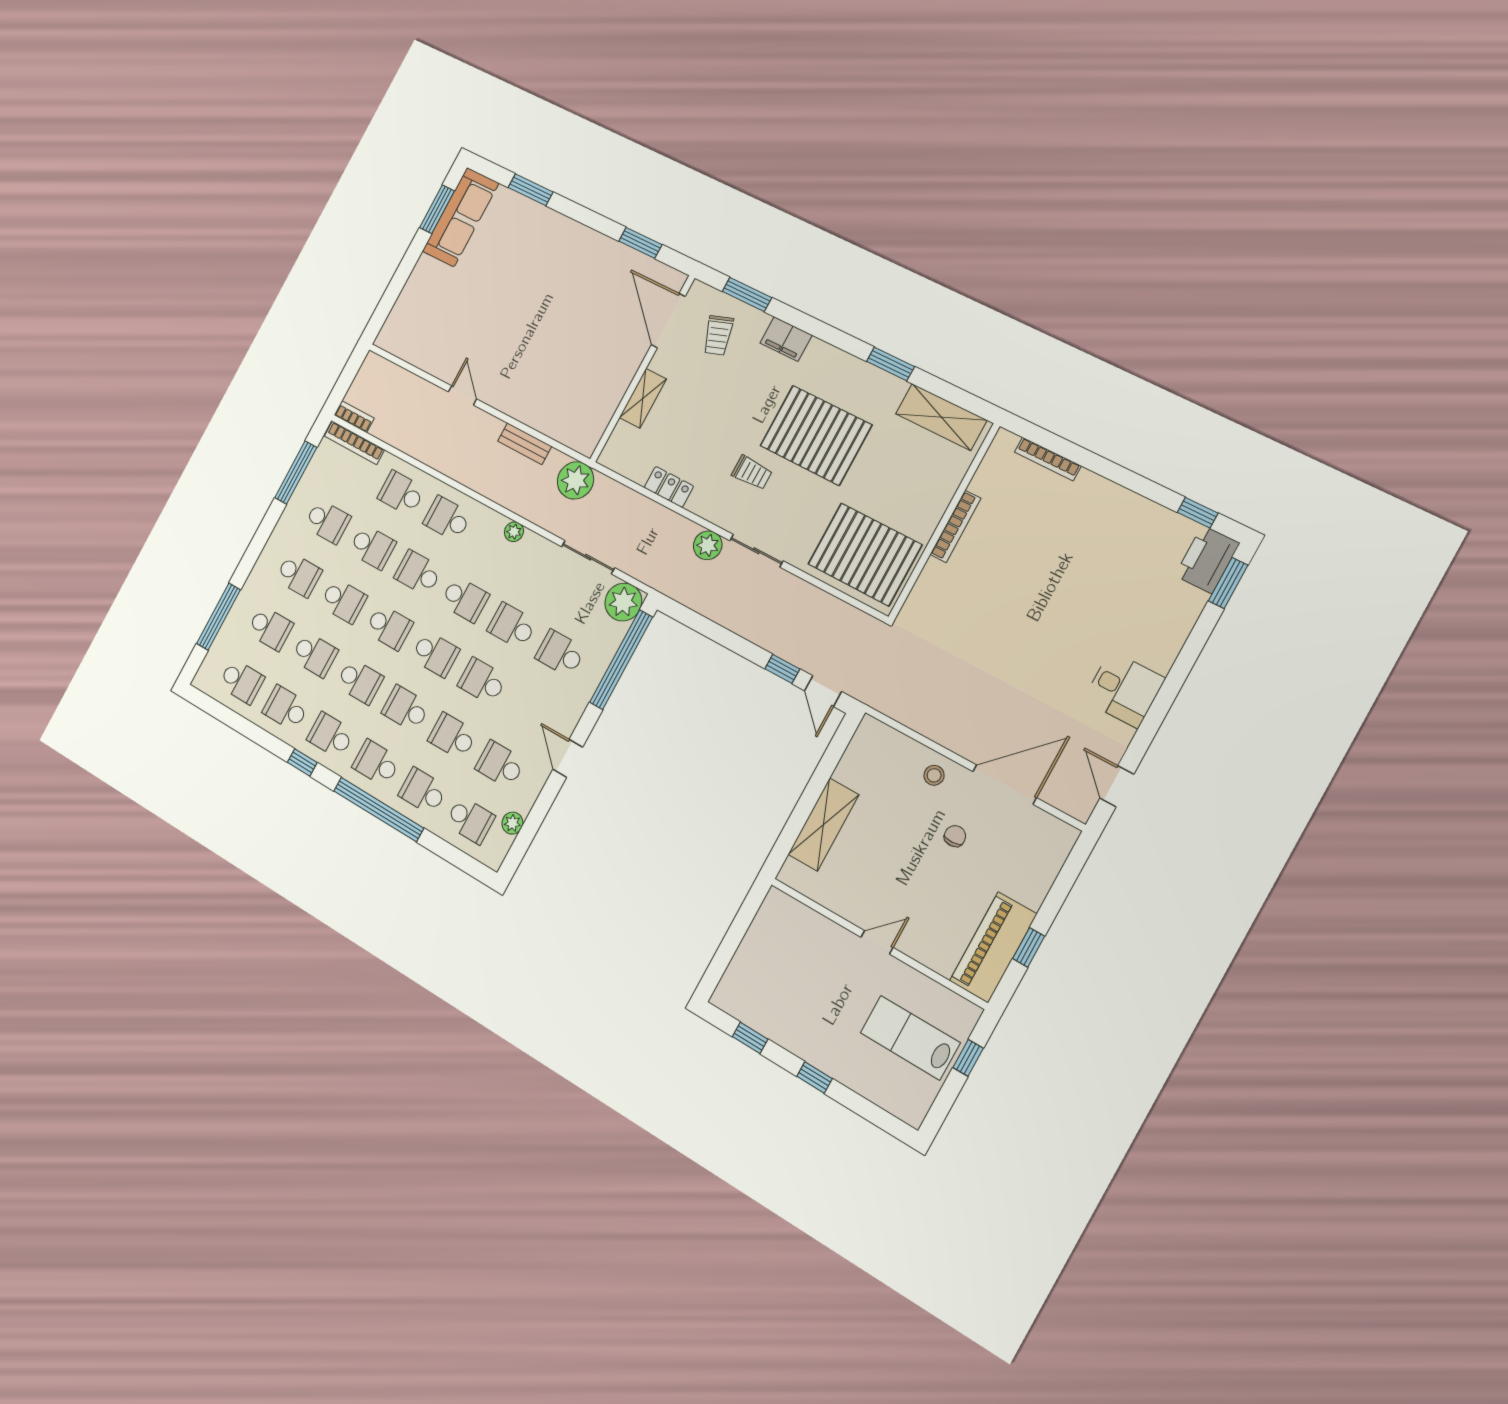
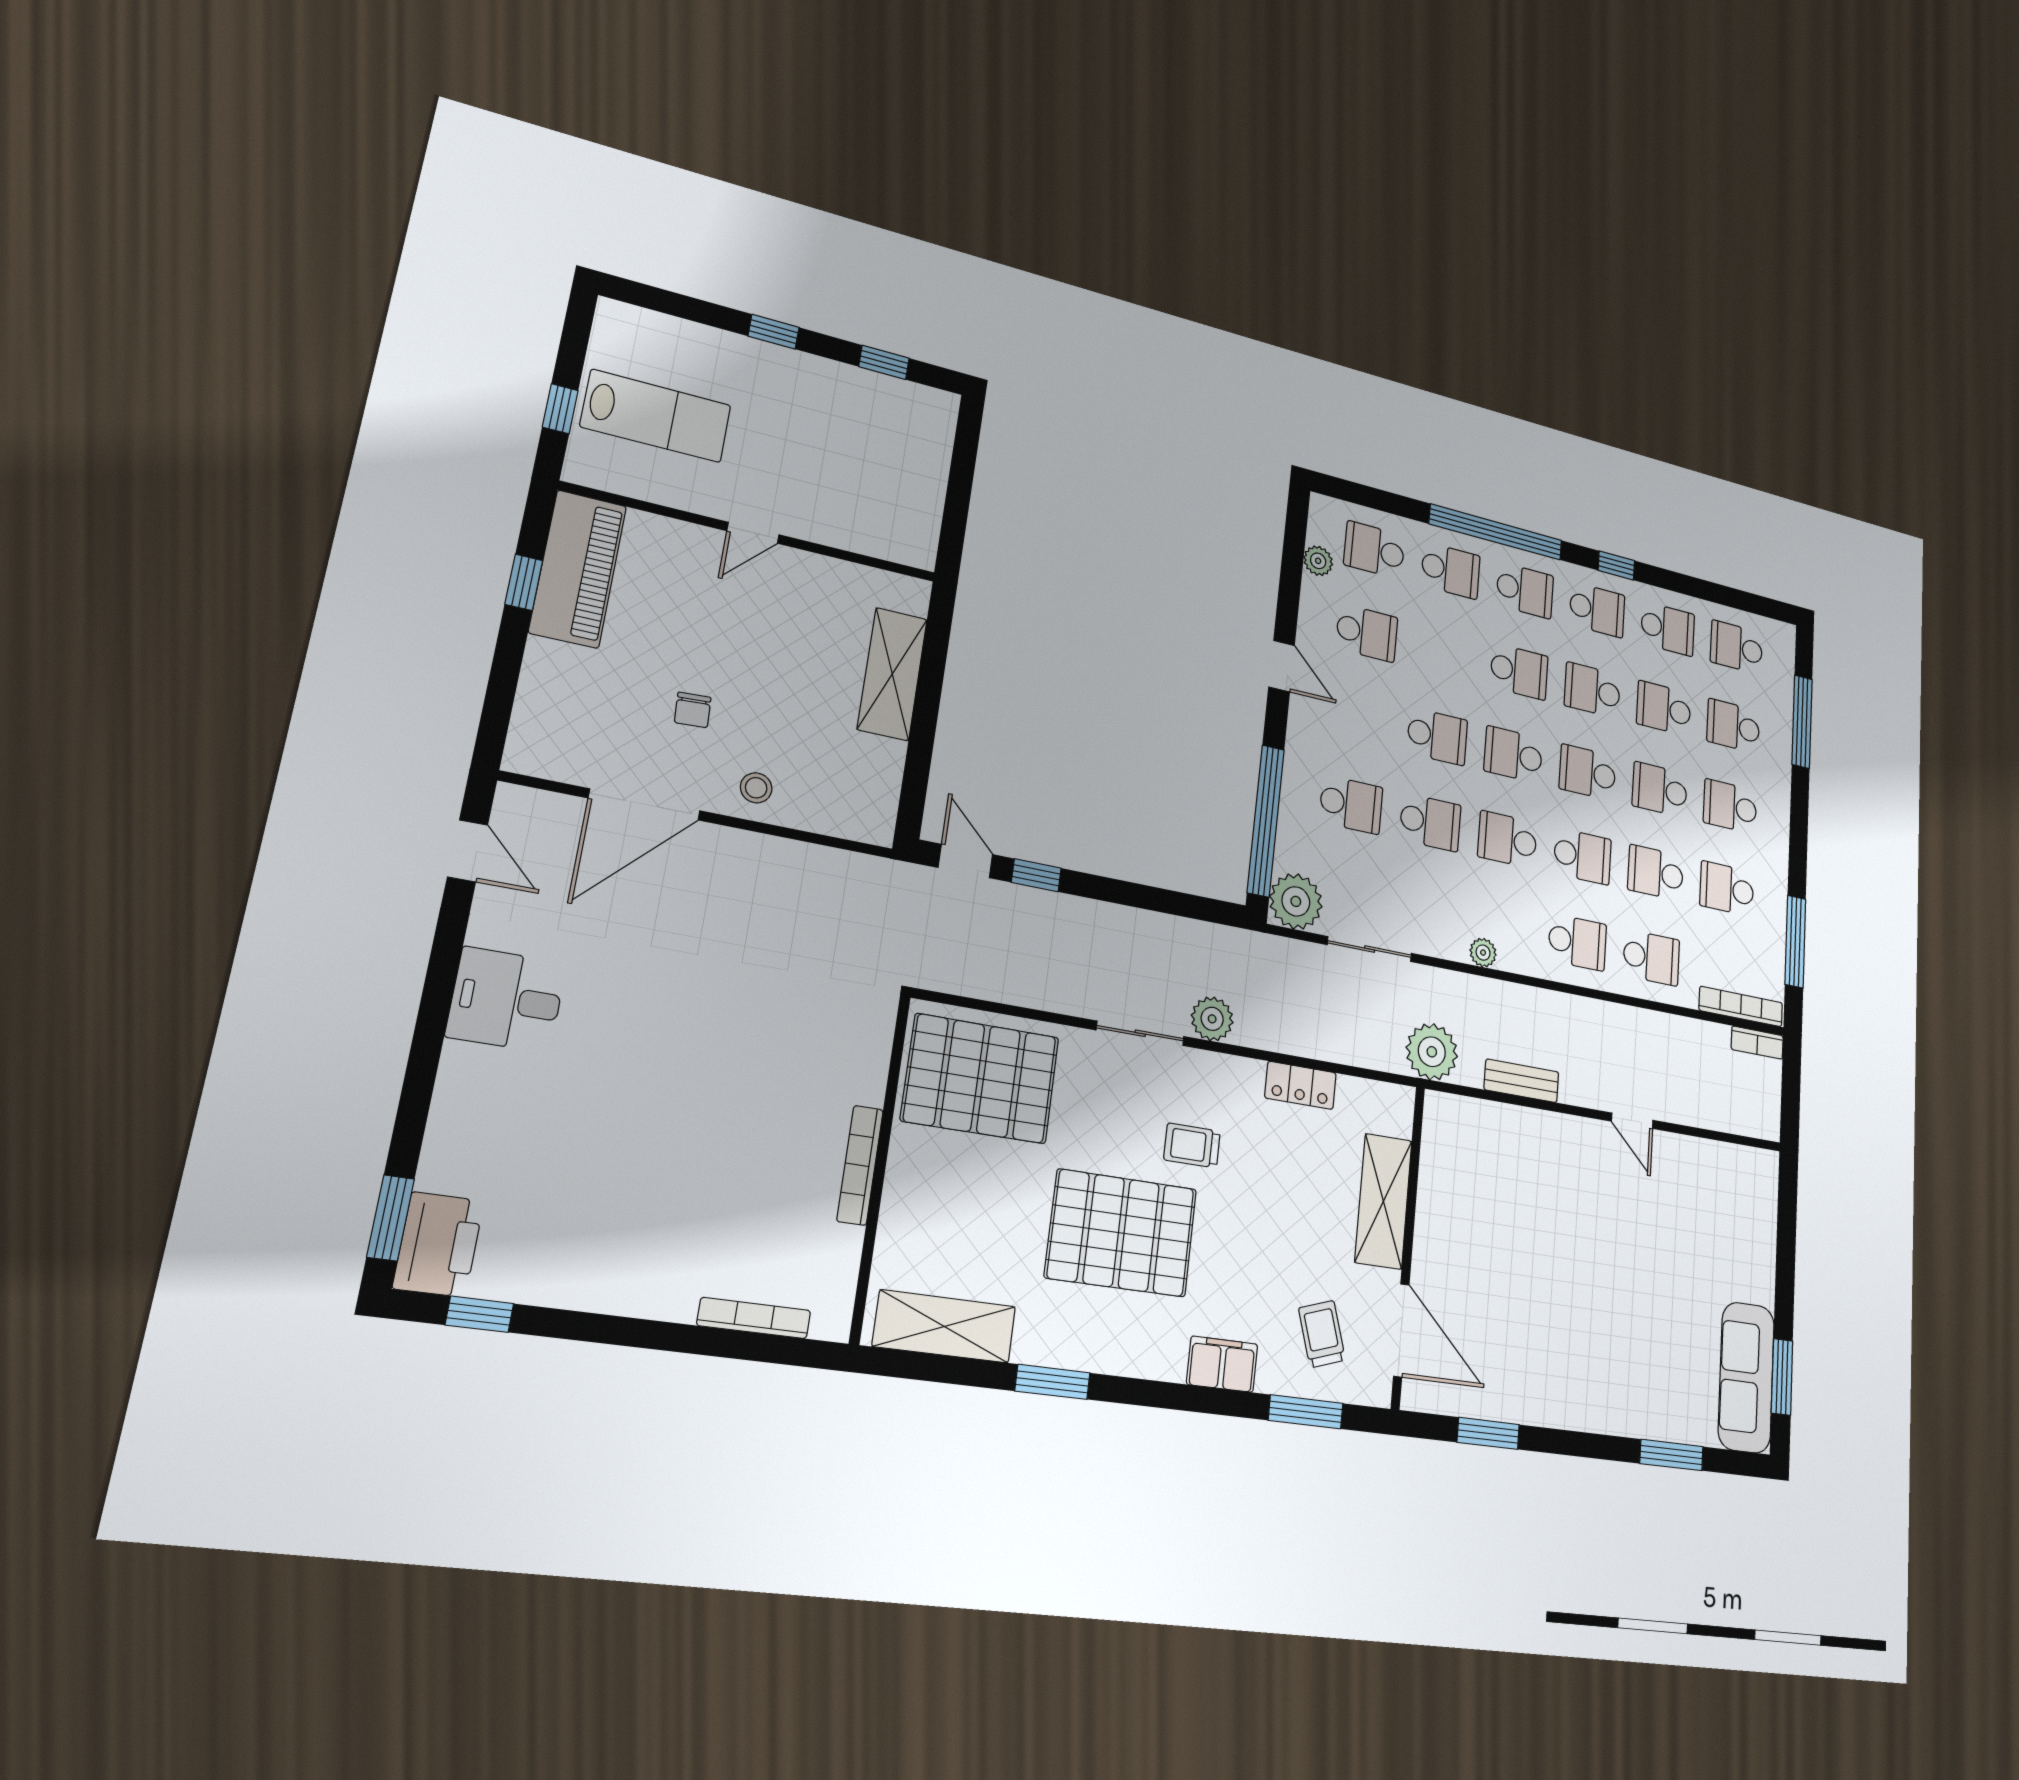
shelving: (643, 398) -> (1383, 1201), width x1.50, depth x1.33
school desk: (453, 736) -> (1444, 653), removed

